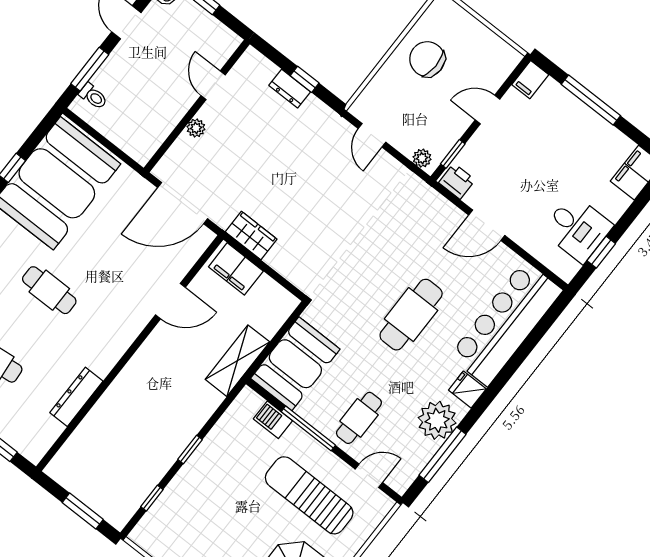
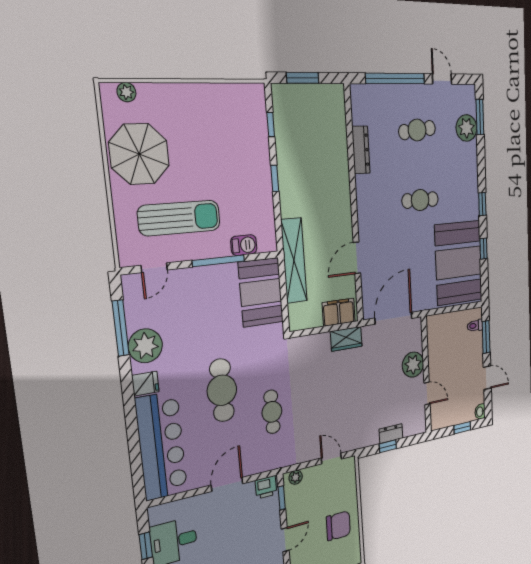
plant: (196, 128) -> (413, 365), width x1.88, depth x1.88
shelving: (237, 361) -> (294, 261), width x1.47
cafe table: (359, 418) -> (272, 412), moved

